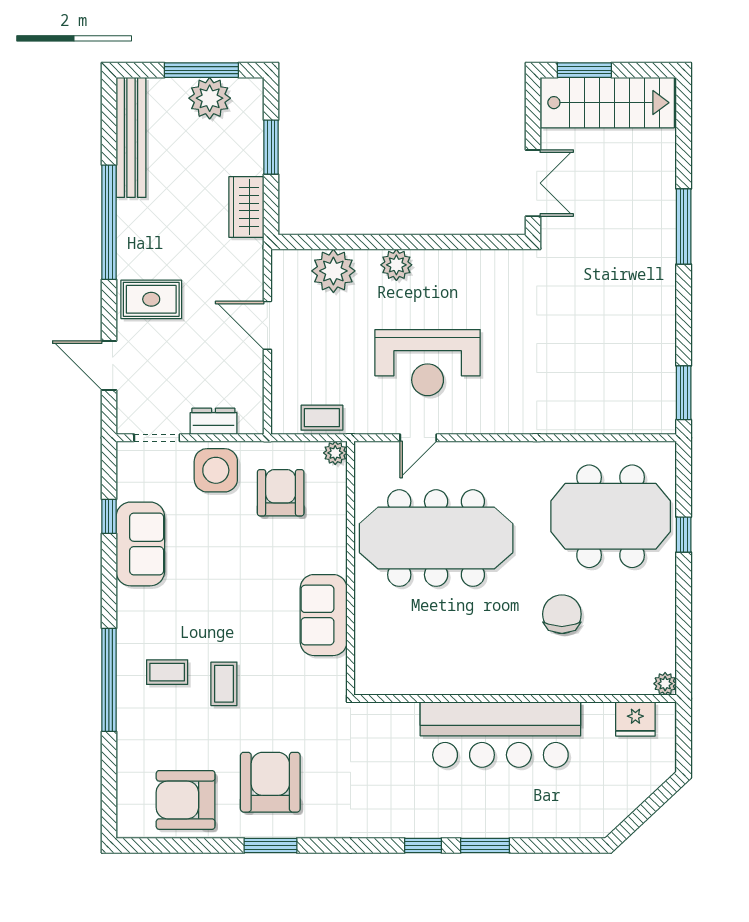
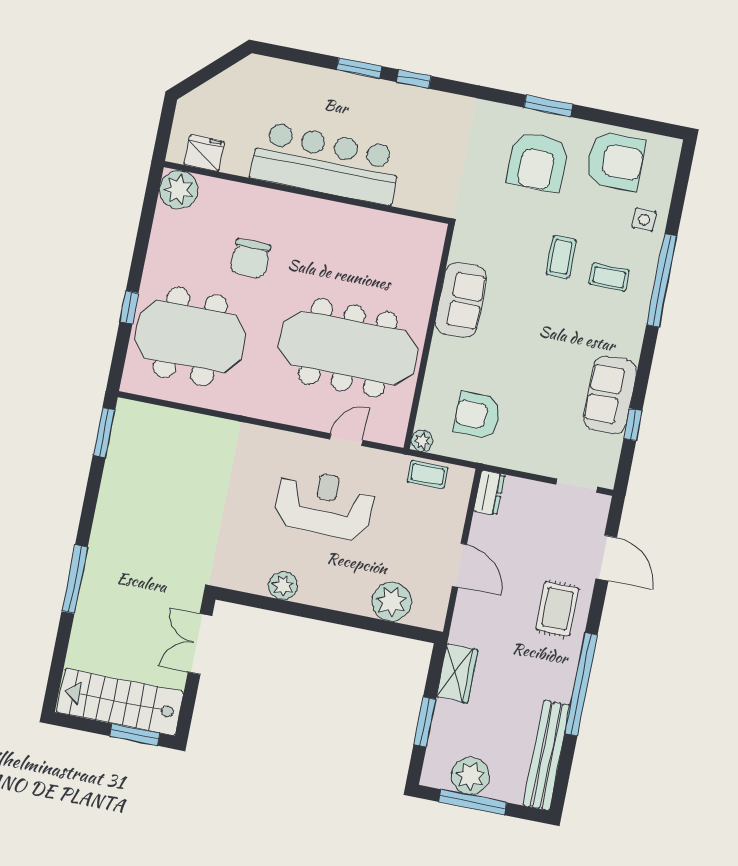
plant: (396, 265) -> (283, 586), moved
rug: (151, 299) -> (557, 609), turned 90
dresser: (213, 421) -> (489, 493), moved, turned -90
side table: (216, 470) -> (644, 220), moved, width x0.54, depth x0.54
armchair: (281, 493) -> (477, 415), turned 90
plant: (665, 684) -> (179, 190), width x1.88, depth x1.88

